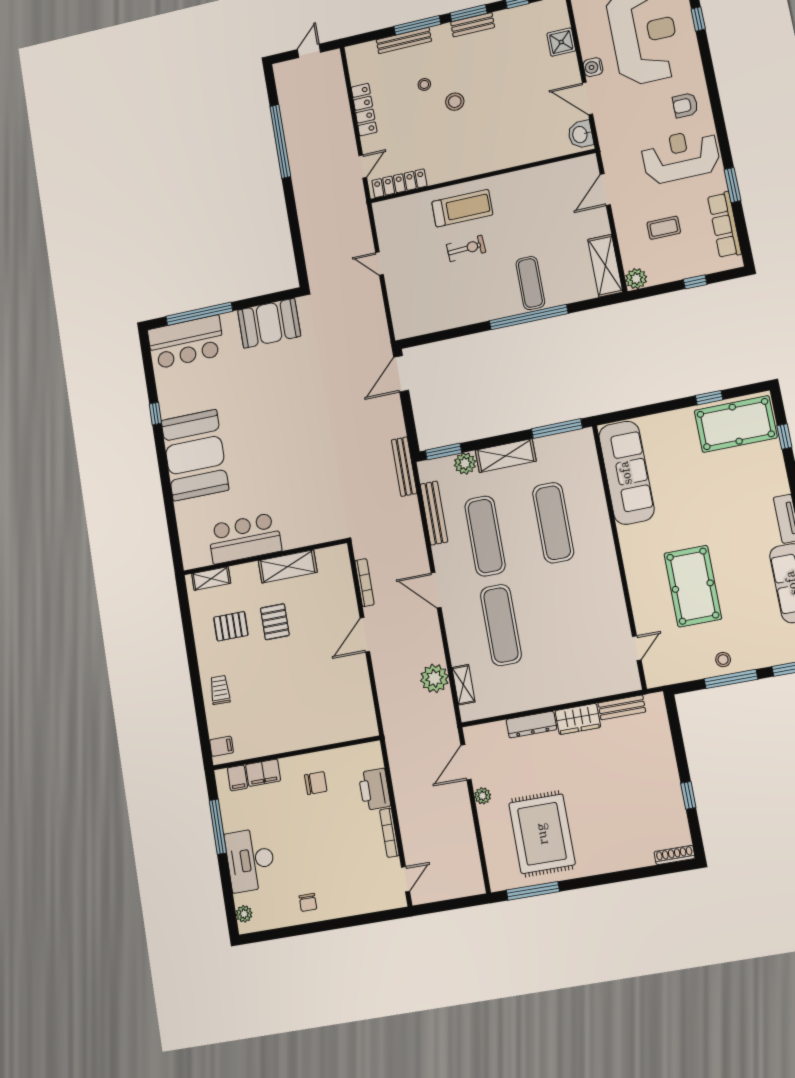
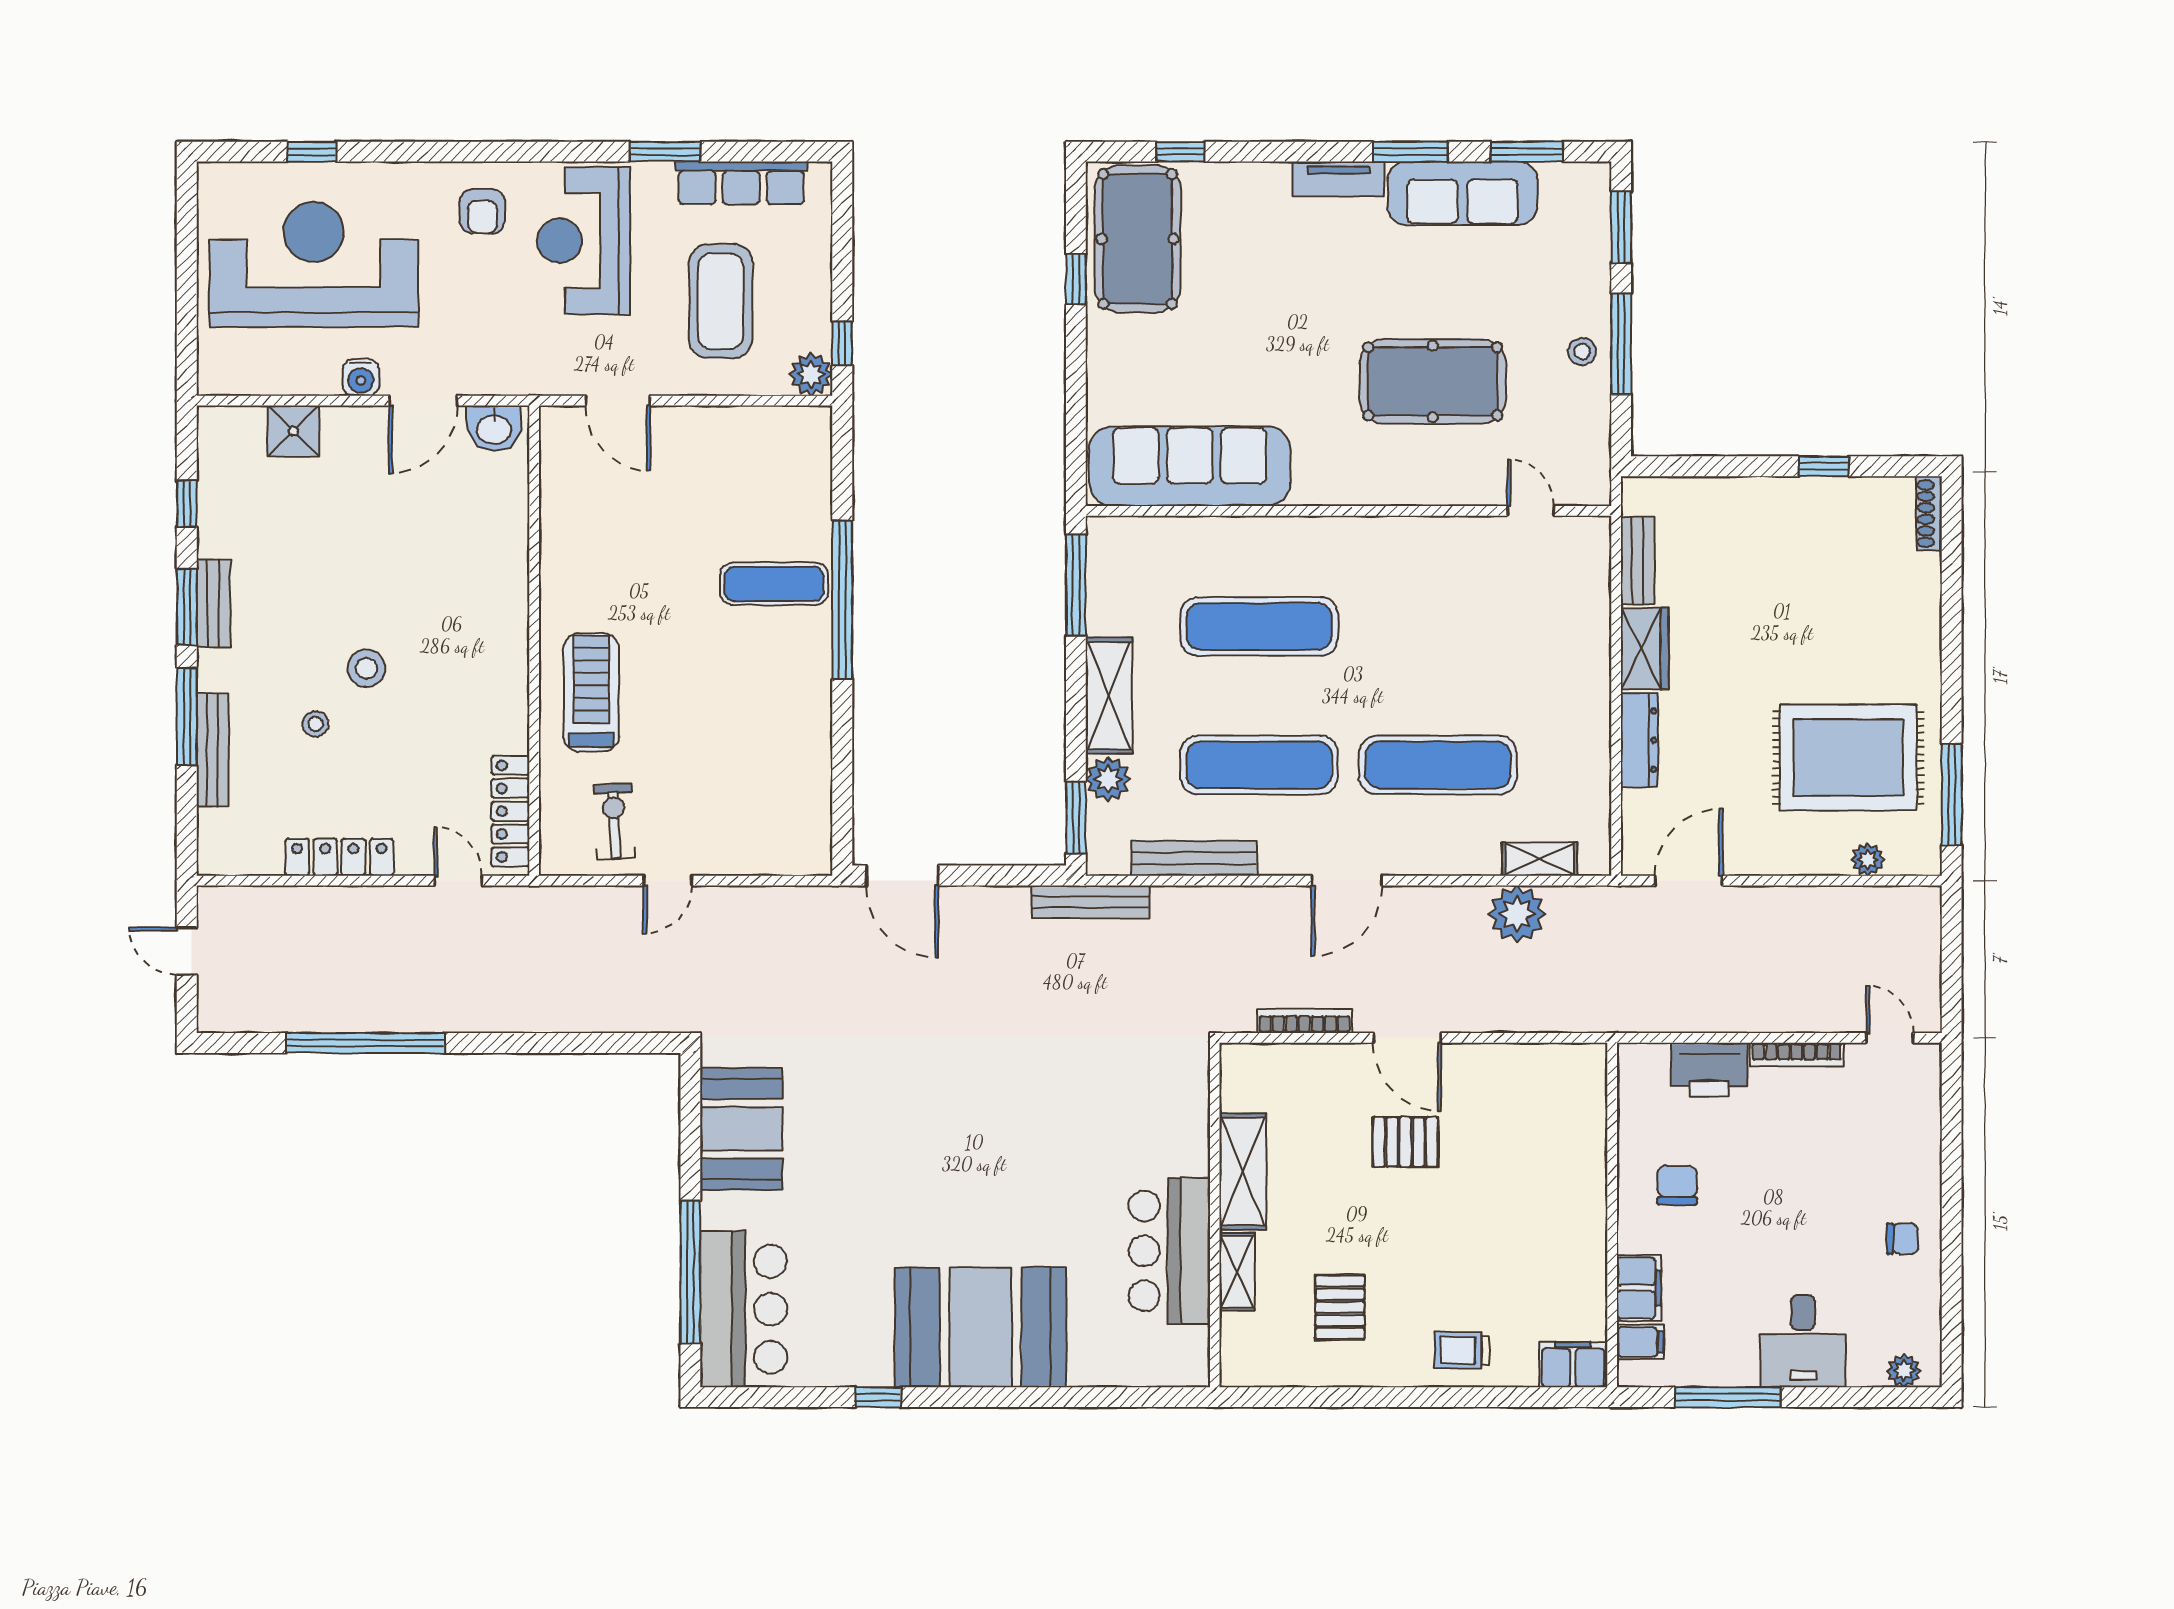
coffee table: (664, 228) -> (721, 301), width x1.86, depth x1.72
exercise bike: (466, 248) -> (614, 821), moved
shelving: (605, 266) -> (772, 430), removed
window: (695, 282) -> (842, 343), moved
shelving: (211, 579) -> (1237, 1272), moved
pallet: (275, 622) -> (1405, 1142), moved
filing cabinet: (221, 746) -> (1573, 1365), width x2.00
door: (466, 762) -> (1689, 881), swing flipped
plant: (483, 796) -> (1868, 860), moved
desk: (250, 860) -> (1803, 1341), width x0.73

